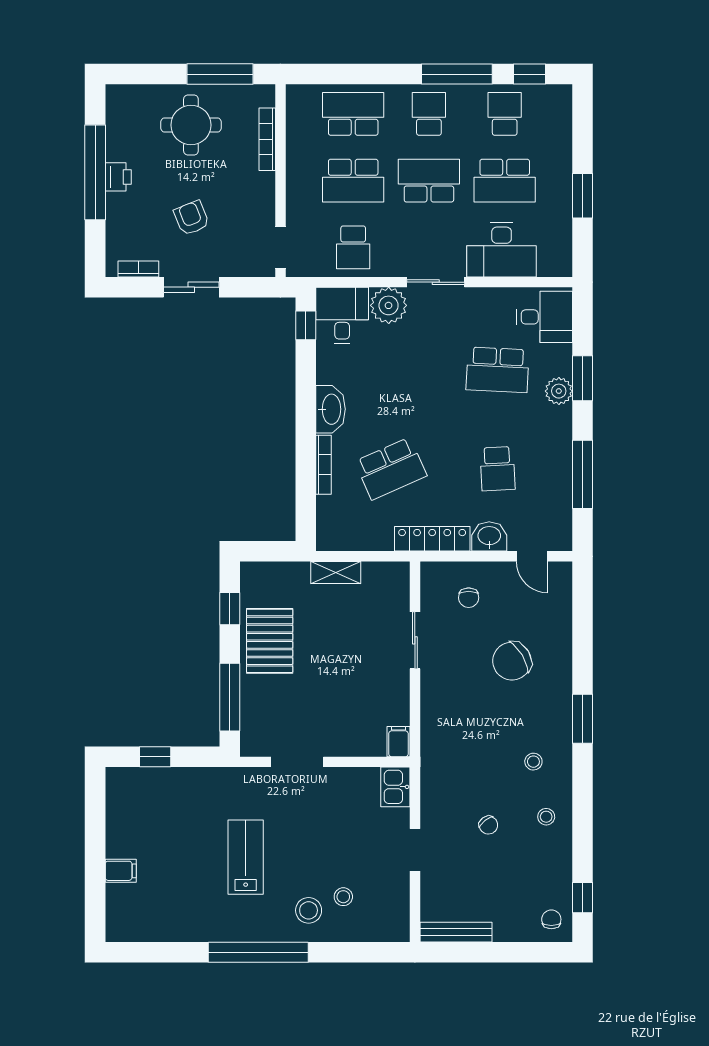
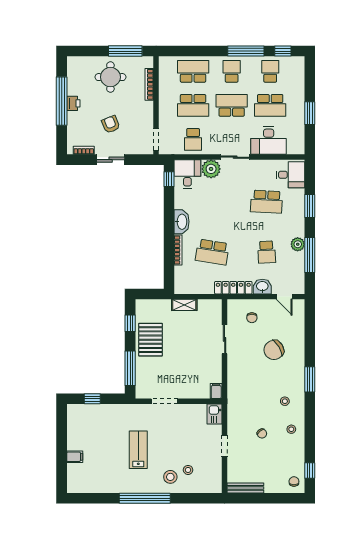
plant: (559, 391) -> (298, 244), moved
school desk: (391, 469) -> (212, 252), turned 33

